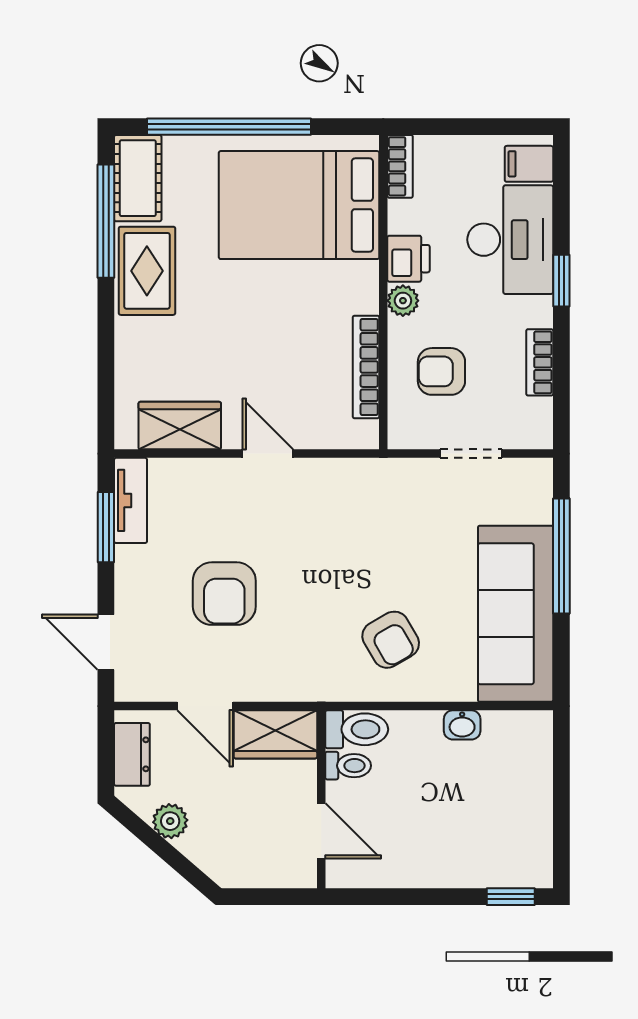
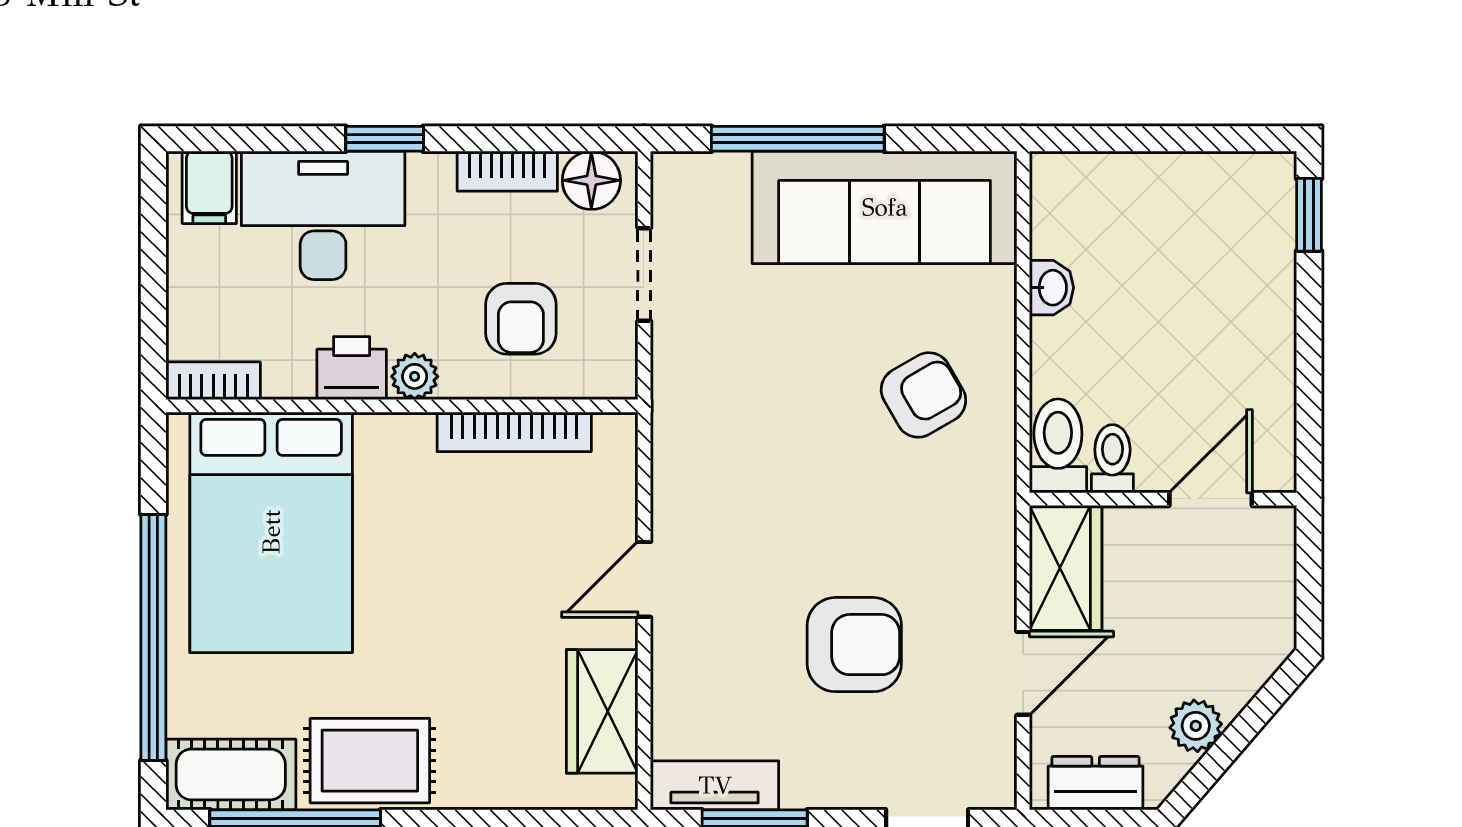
floor lamp: (534, 418) -> (591, 180), added

